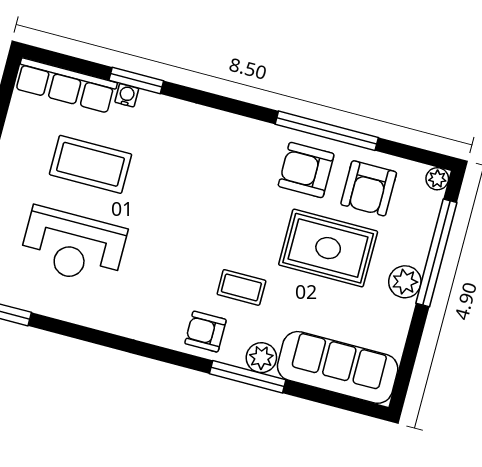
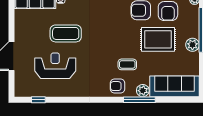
coffee table: (90, 164) -> (66, 33), moved
reception desk: (73, 246) -> (55, 66), turned 180

